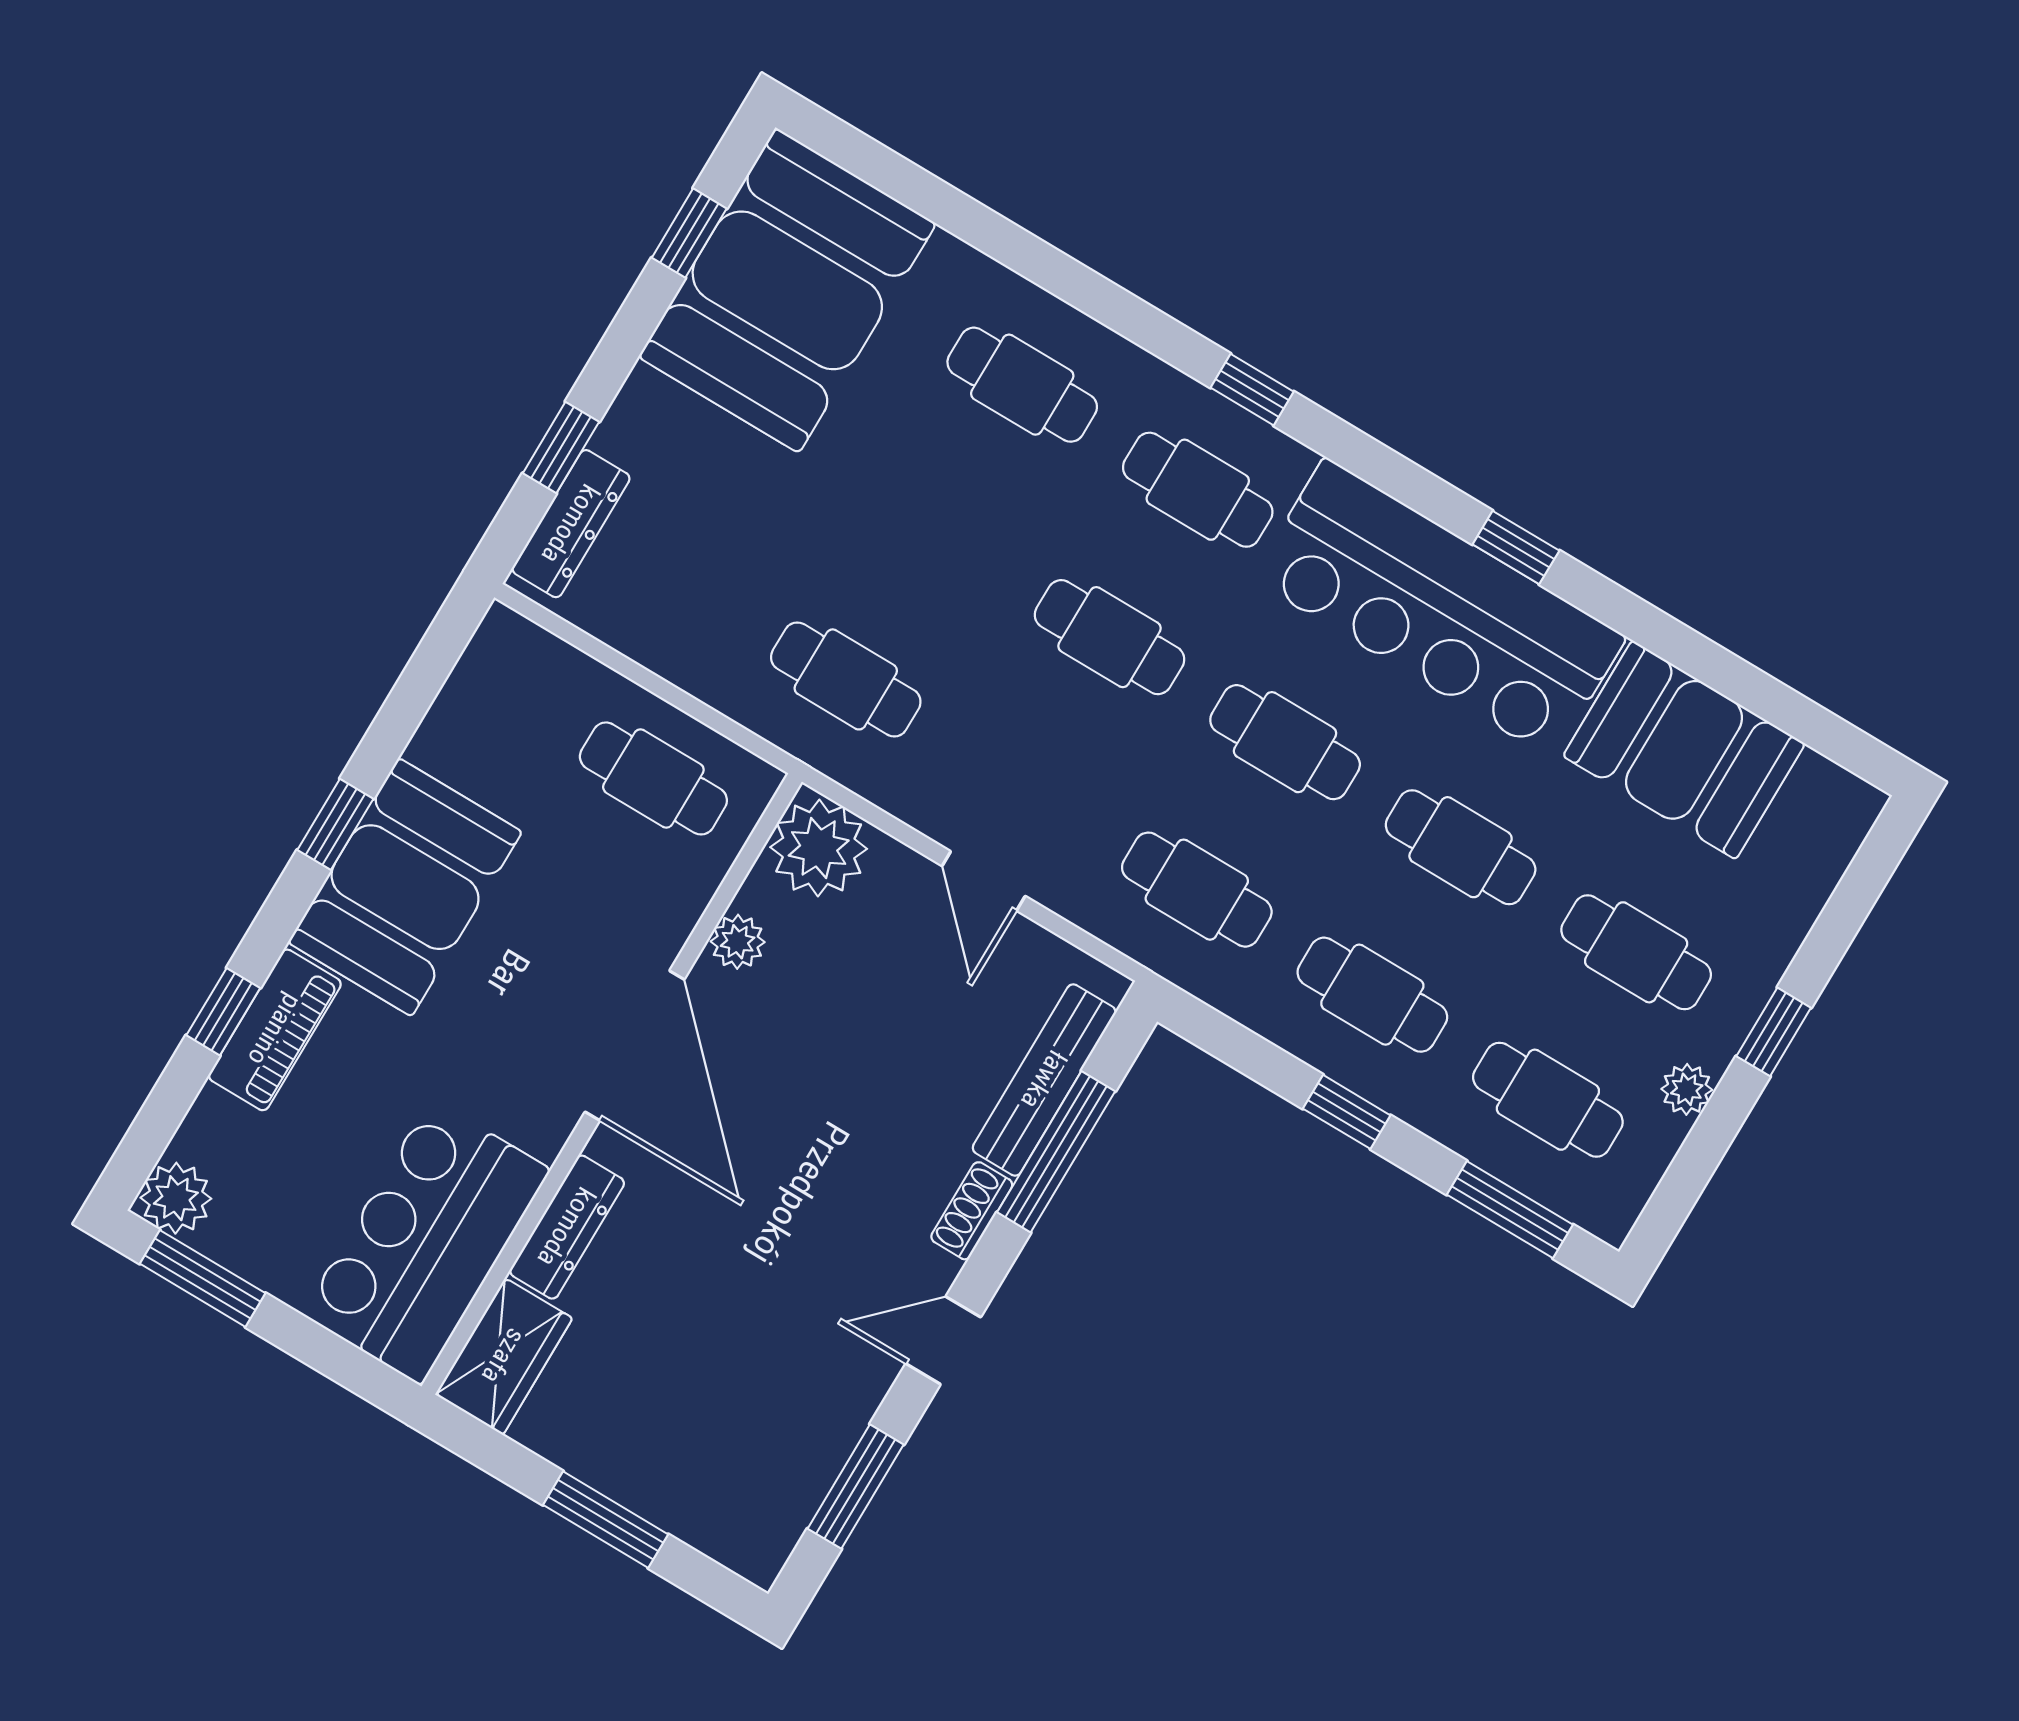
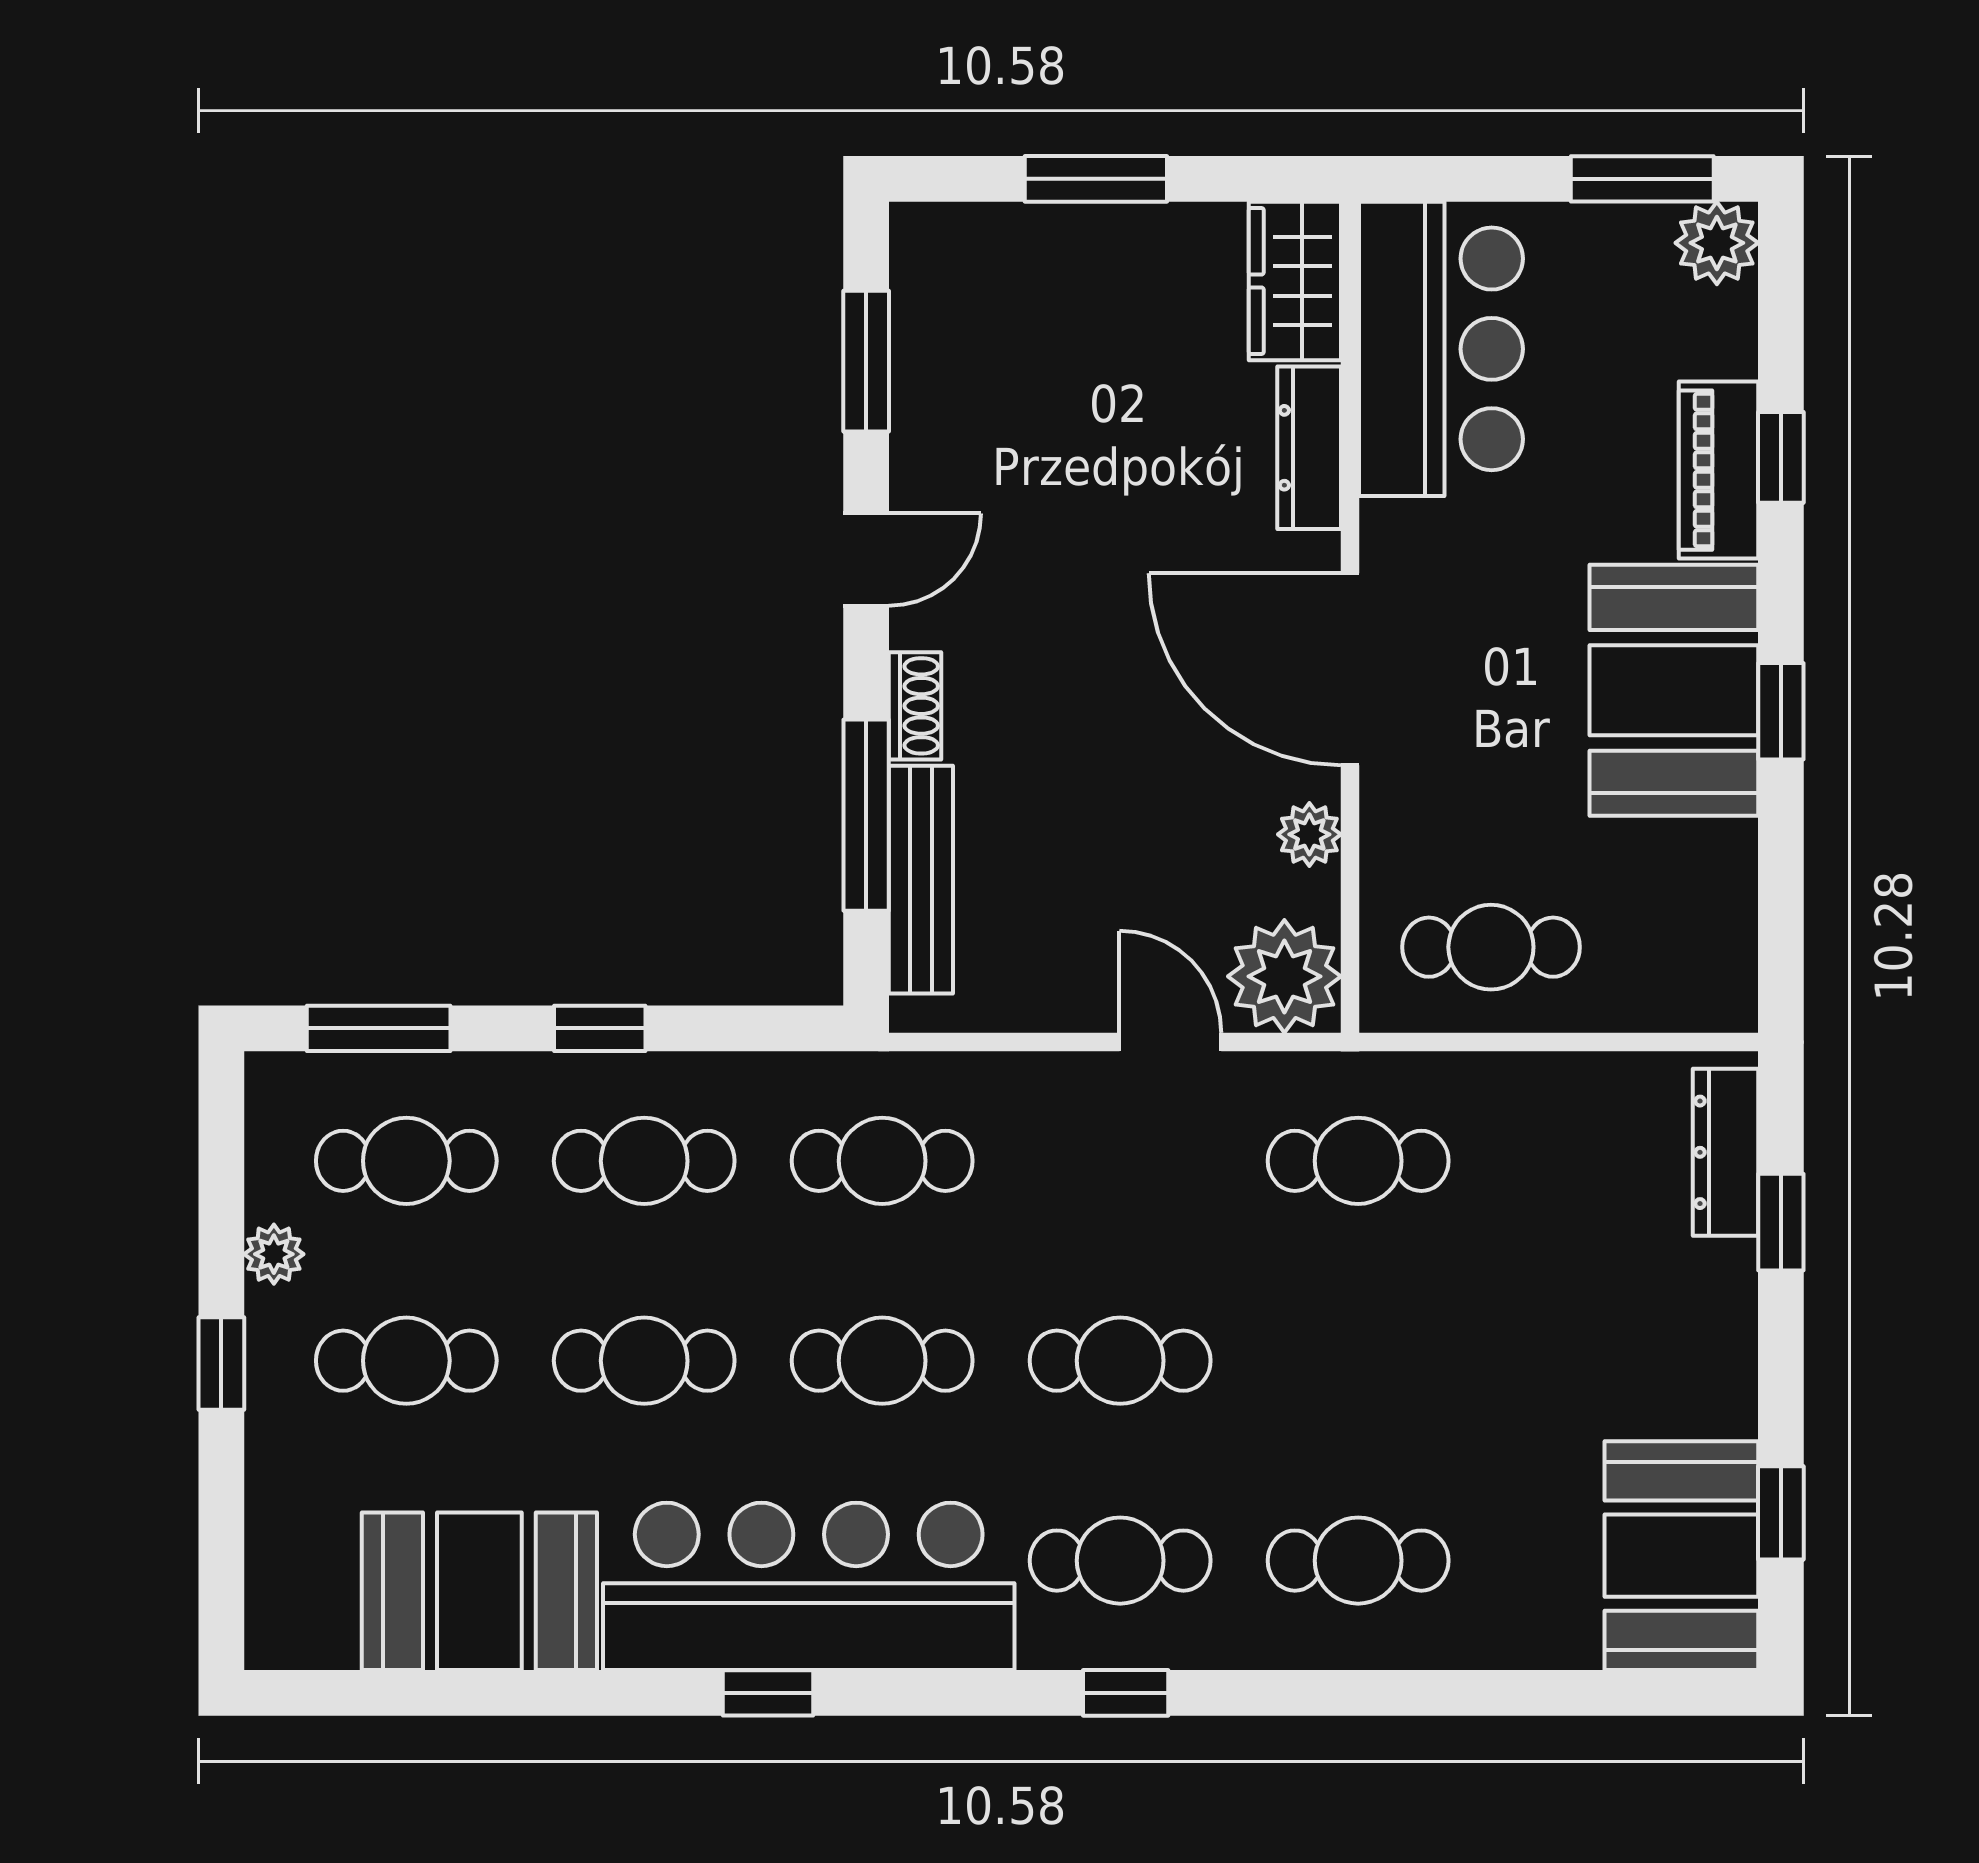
booth: (787, 290) -> (1681, 1556), width x0.73, depth x0.70
door: (984, 881) -> (1170, 1042), moved

